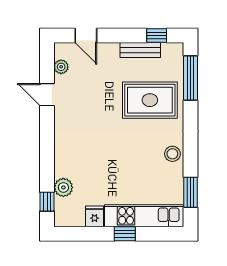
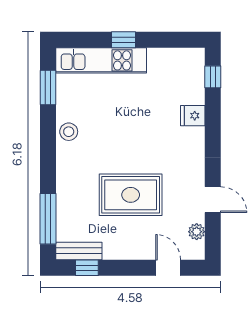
bench: (140, 50) -> (79, 251), moved
rug: (150, 100) -> (131, 195), moved
plant: (63, 187) -> (194, 93), removed
fridge: (95, 216) -> (193, 116), moved, turned 90

